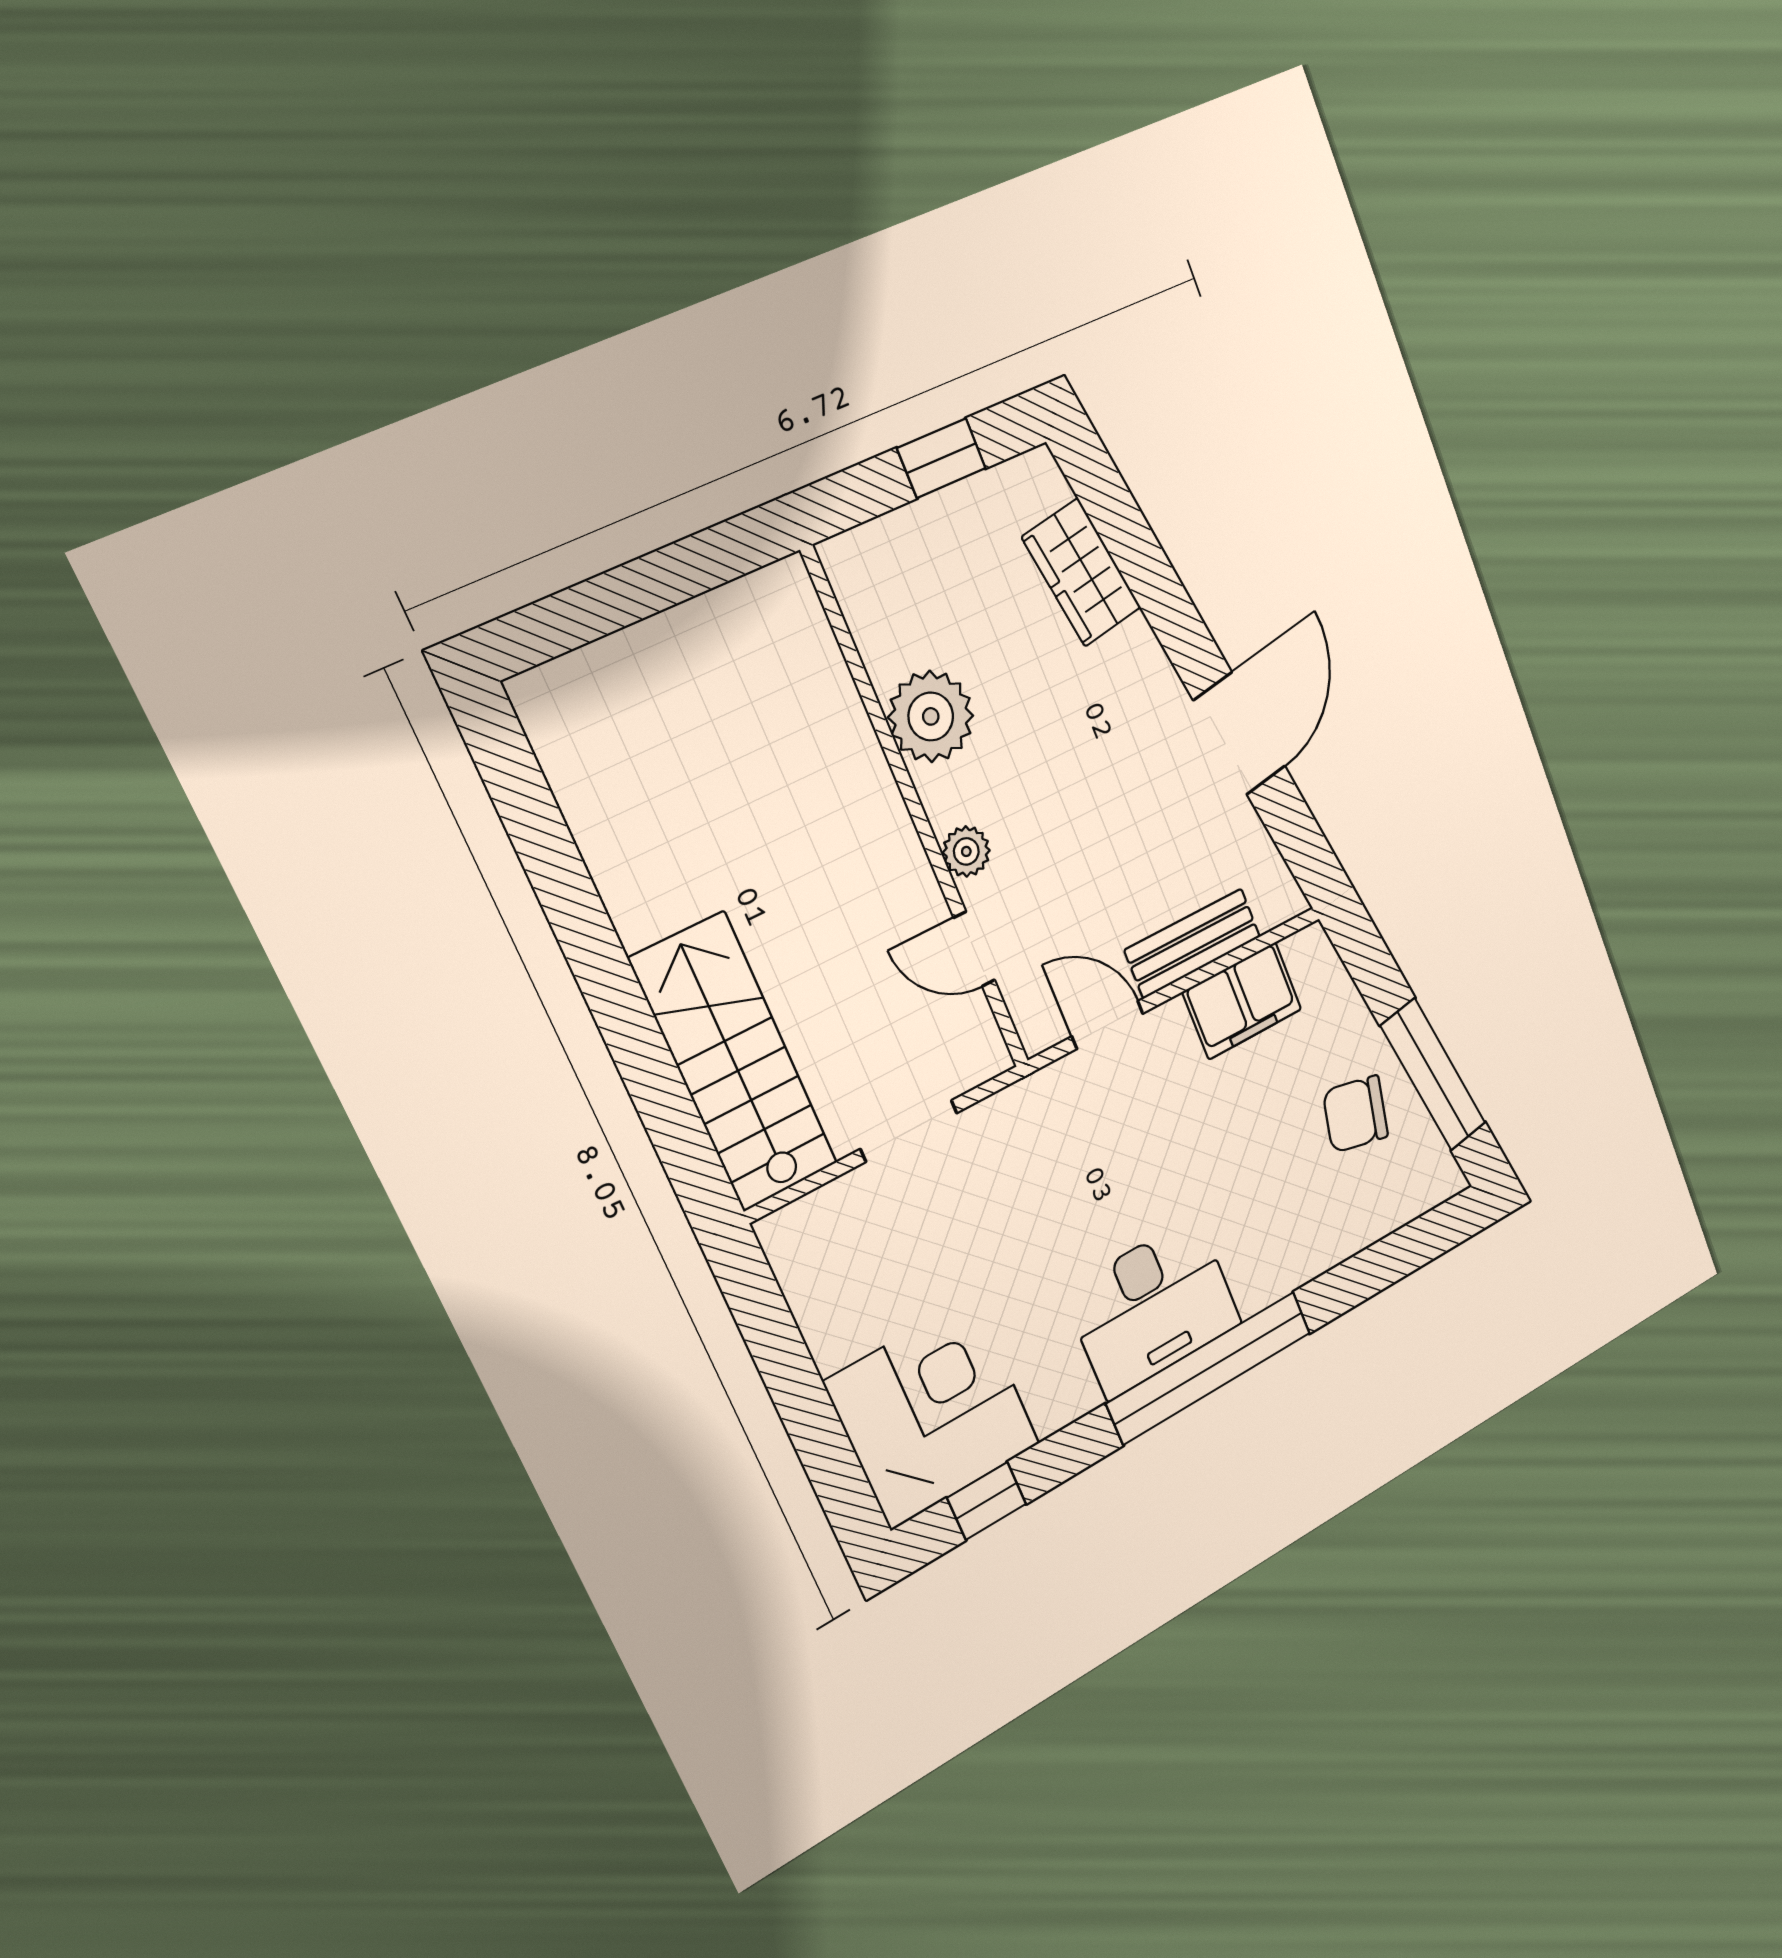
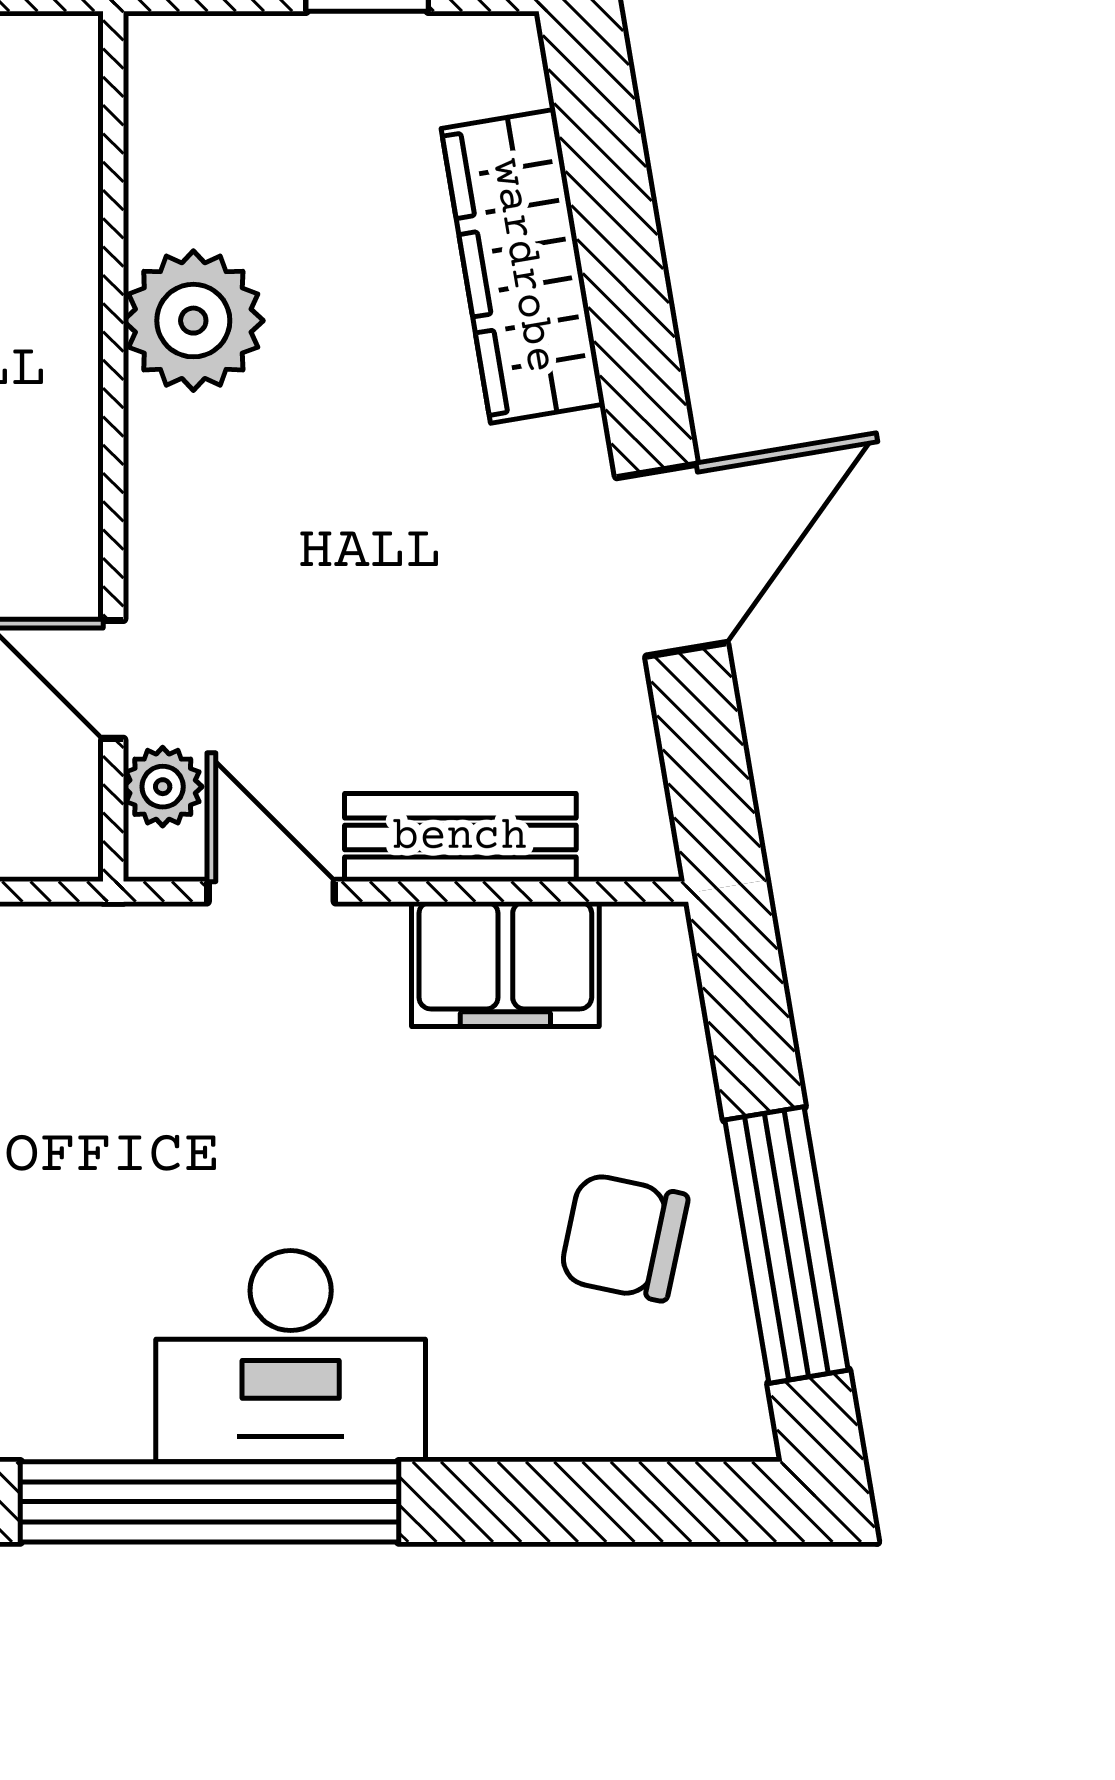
wardrobe: (1082, 573) -> (523, 266), width x1.50
plant: (966, 851) -> (163, 787), moved
desk: (1153, 1307) -> (291, 1356), moved

